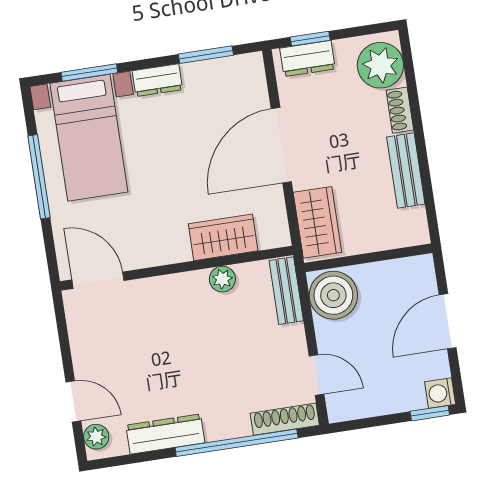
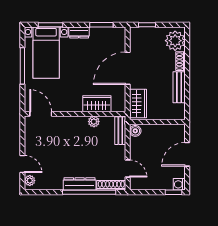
dresser: (307, 59) -> (144, 33), removed
boiler: (333, 295) -> (135, 131), width x0.54, depth x0.54
dresser: (165, 434) -> (80, 184), moved

